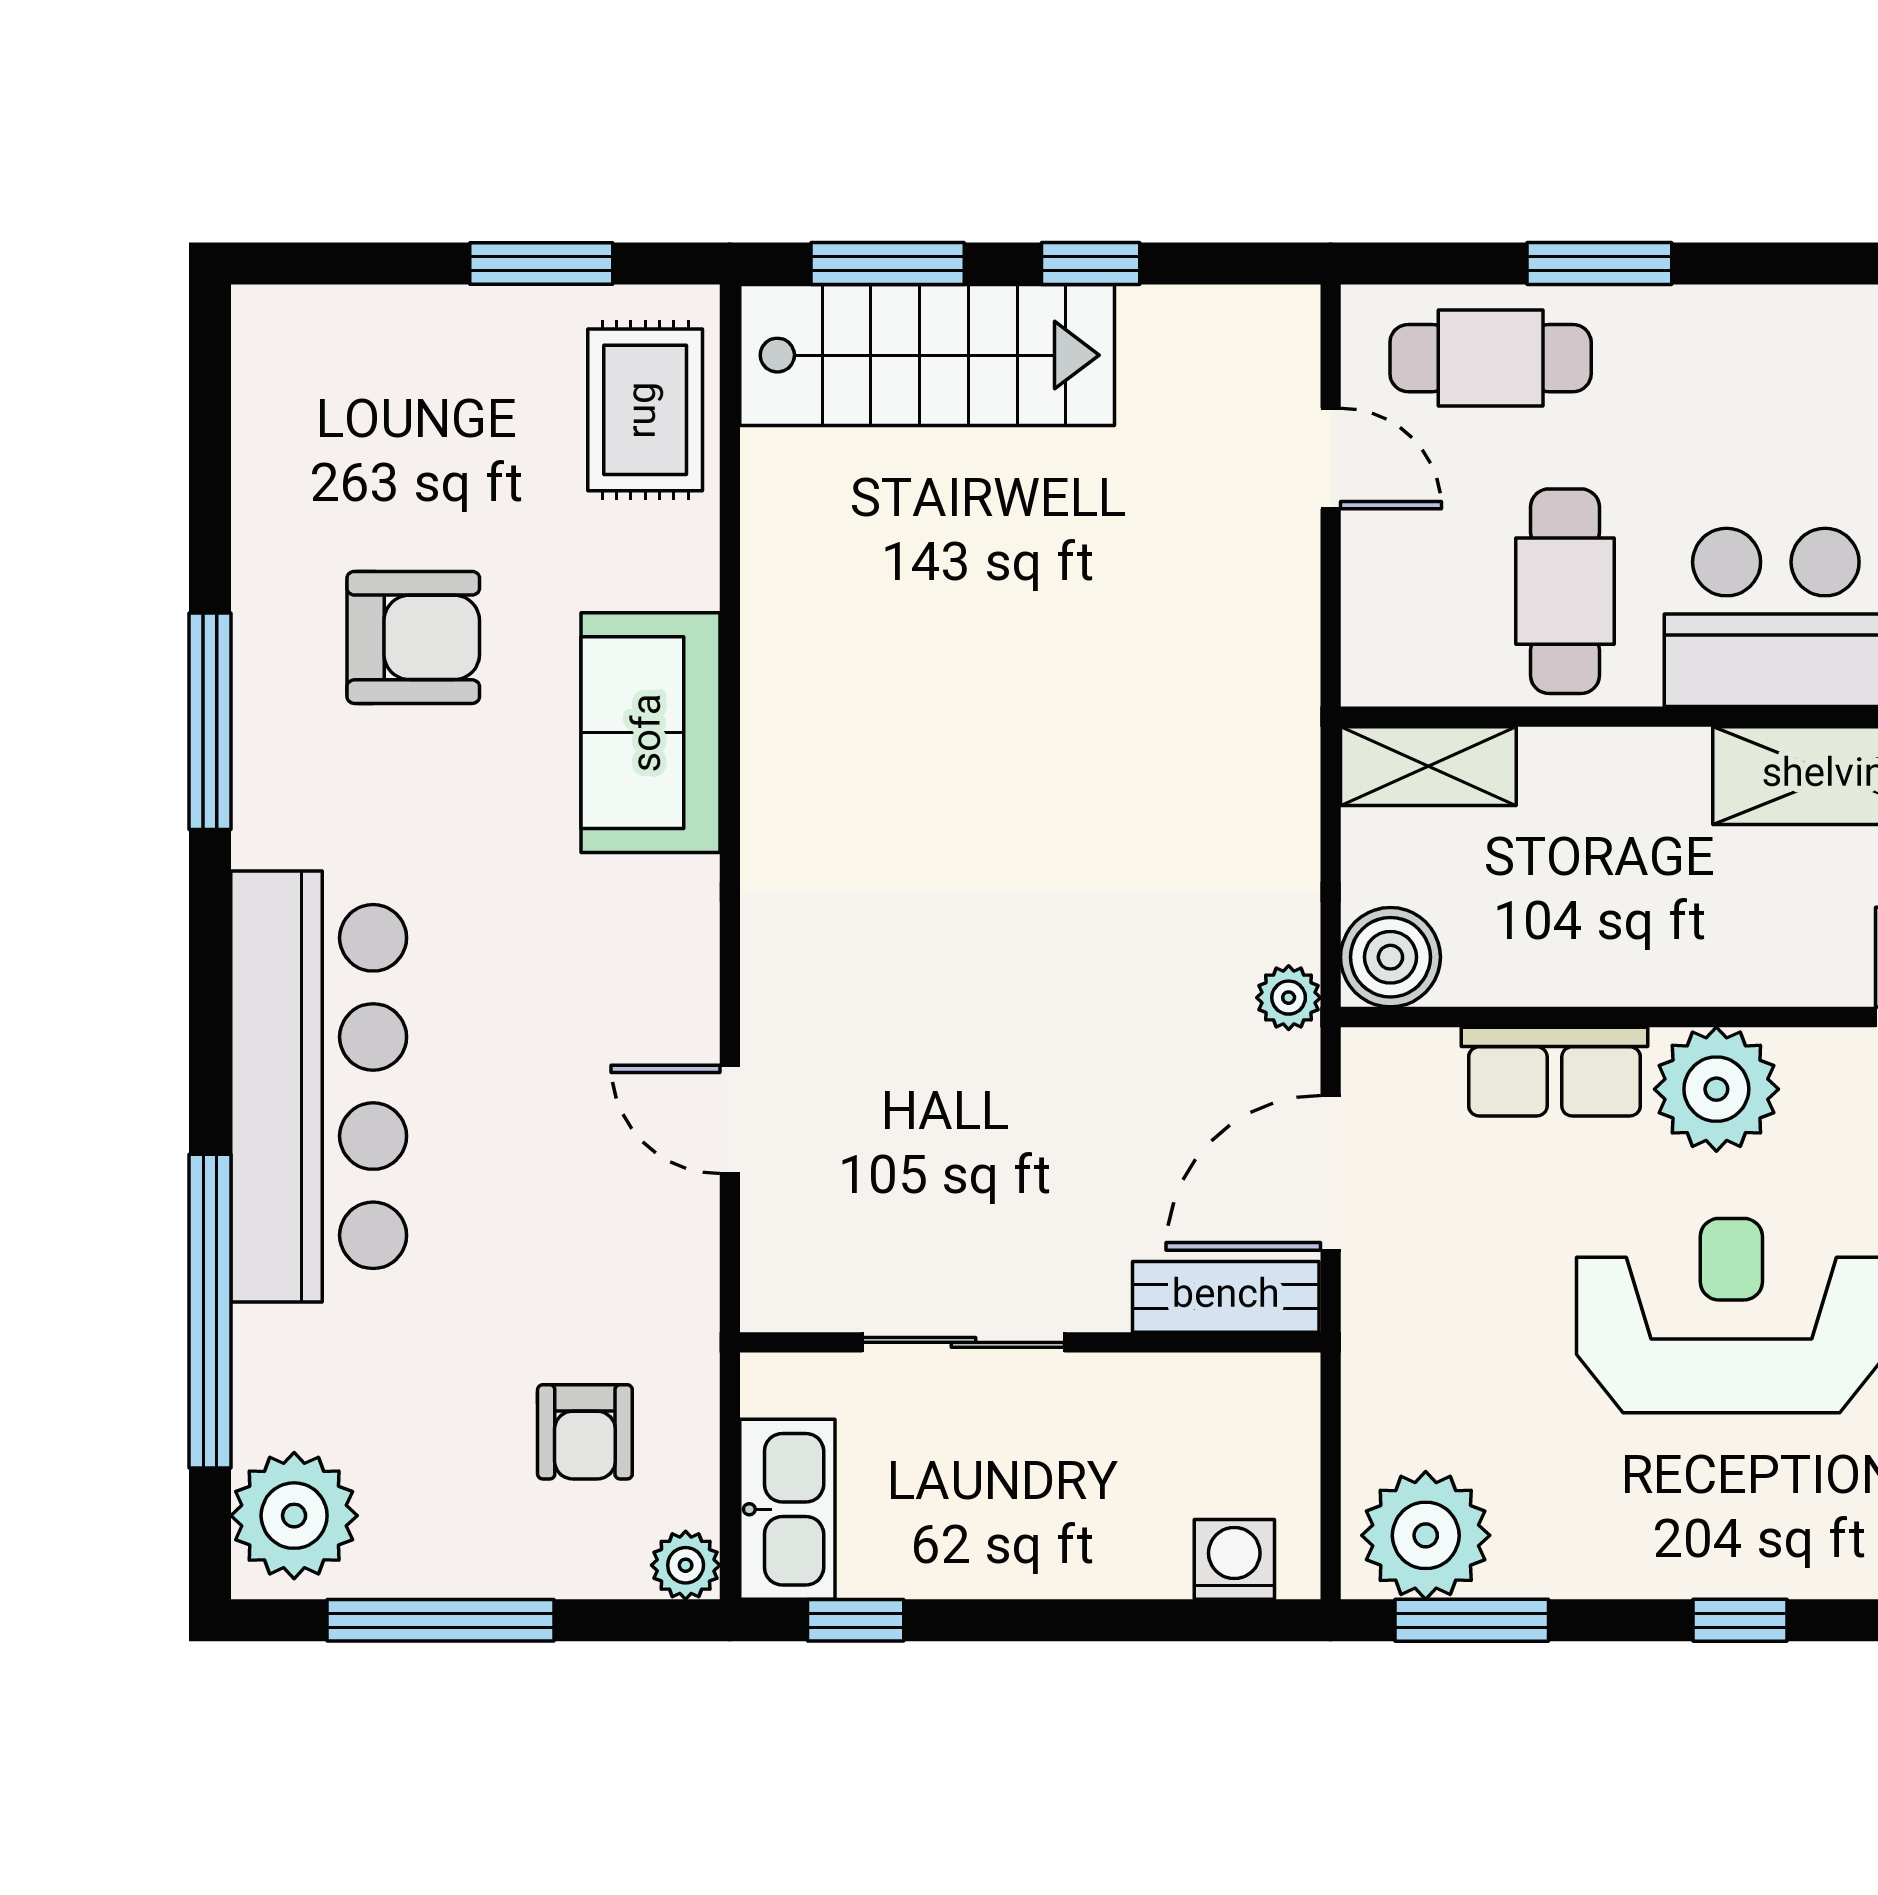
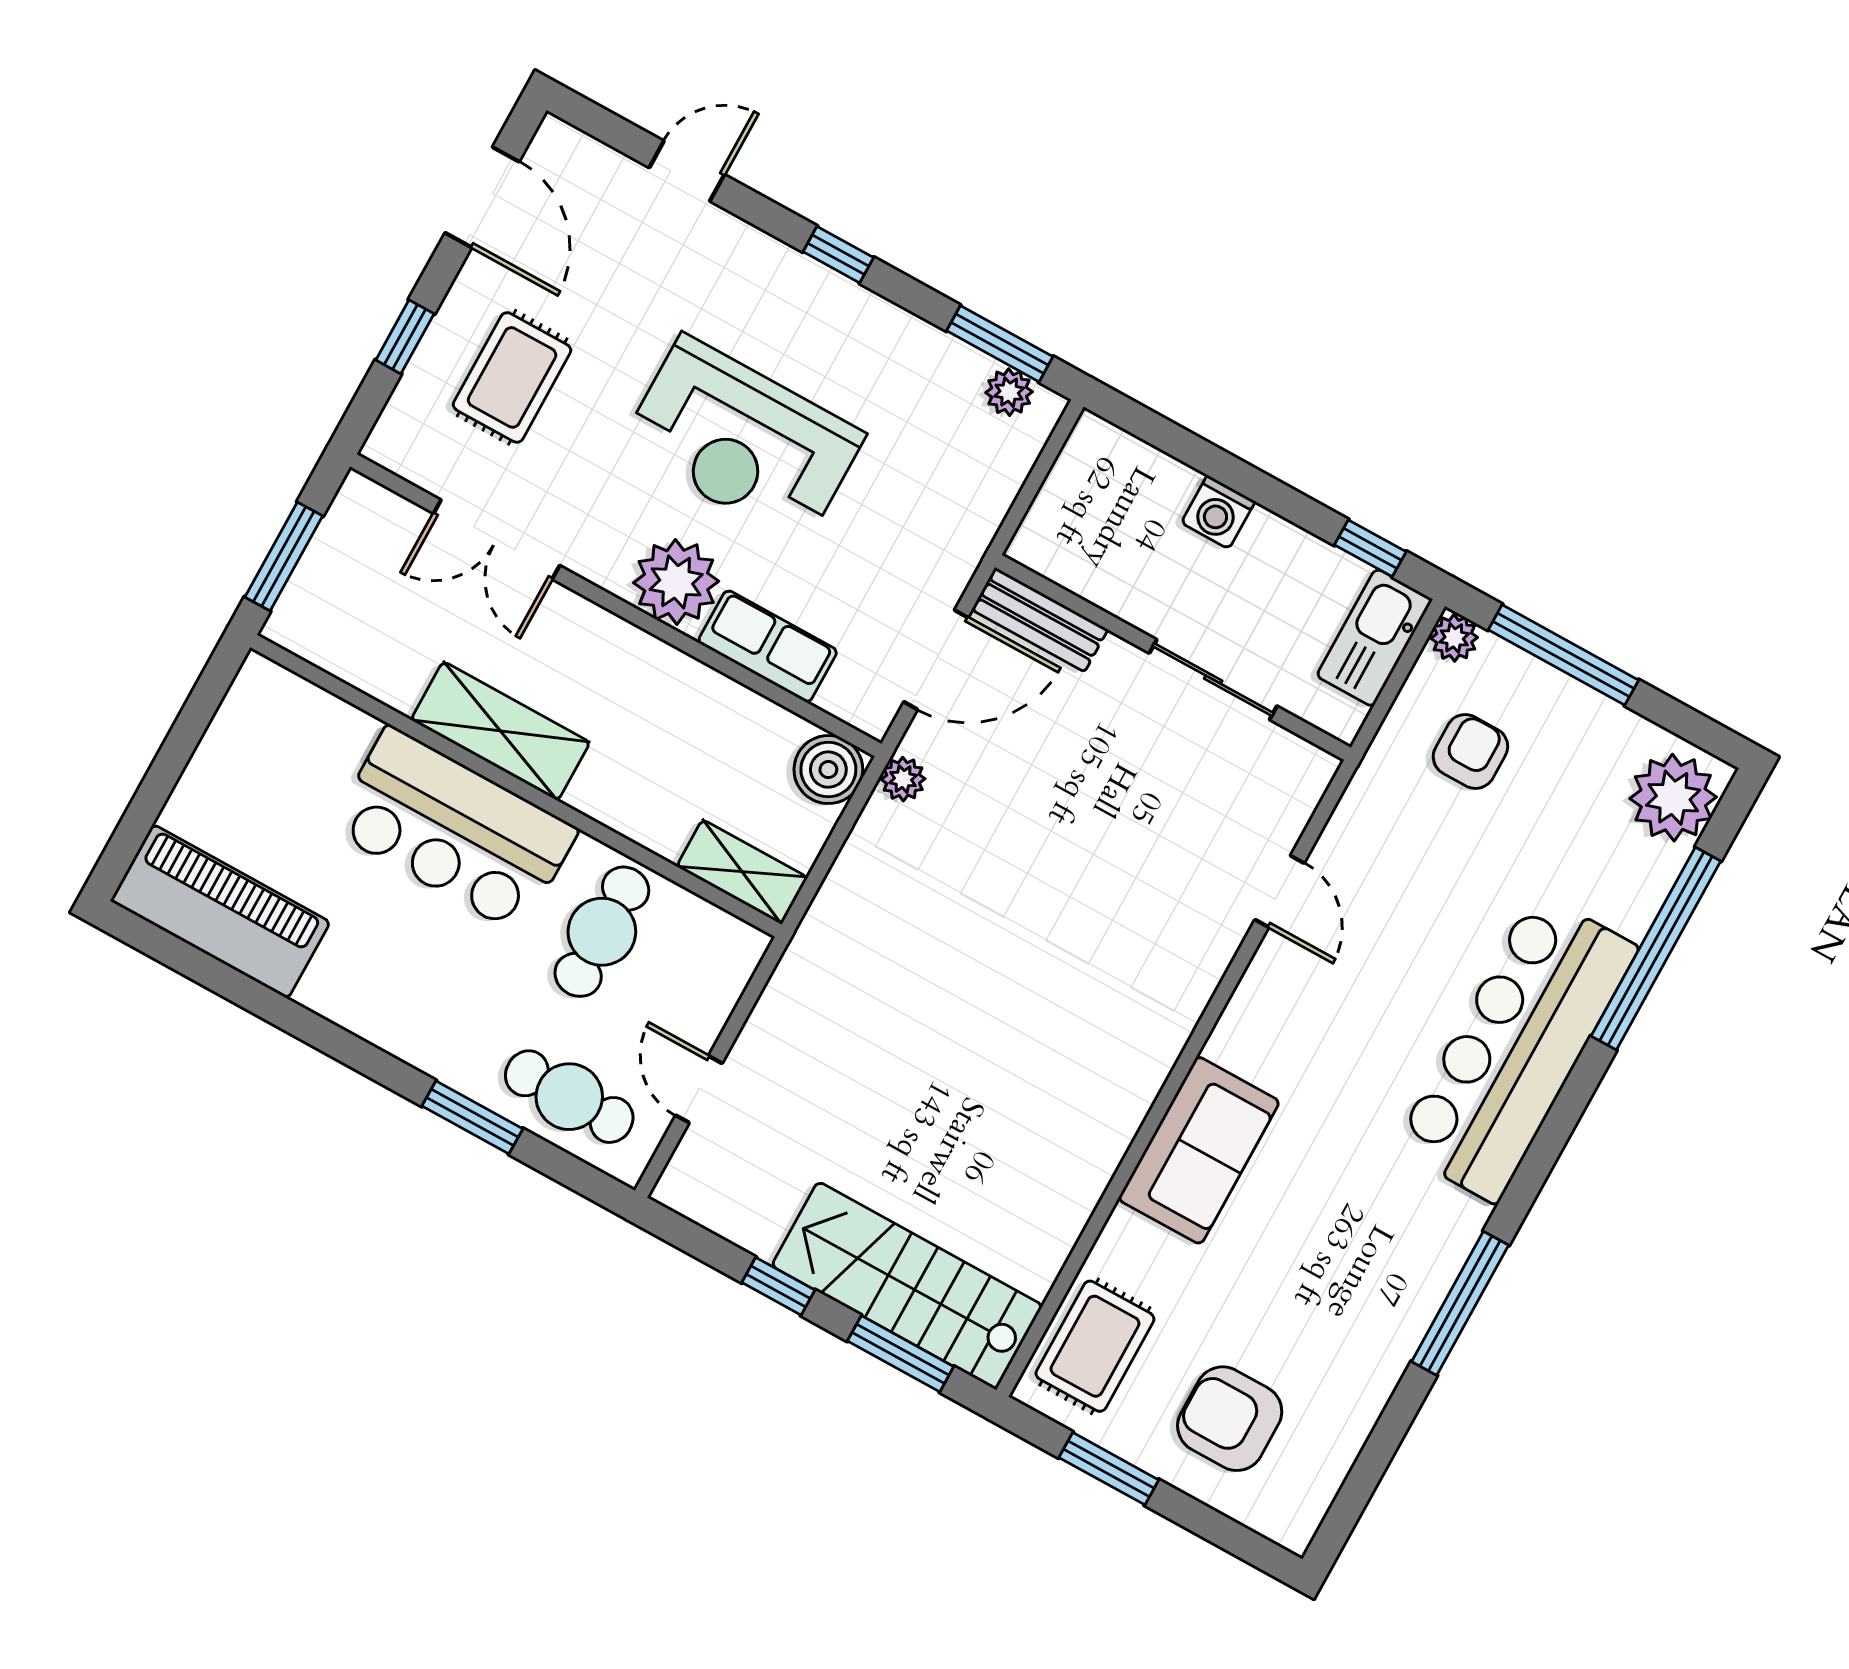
armchair: (413, 637) -> (1230, 1419), moved
plant: (1426, 1535) -> (1009, 392), width x0.53, depth x0.53
washing machine: (1234, 1559) -> (1218, 512), moved
window: (440, 1620) -> (1563, 655), moved

